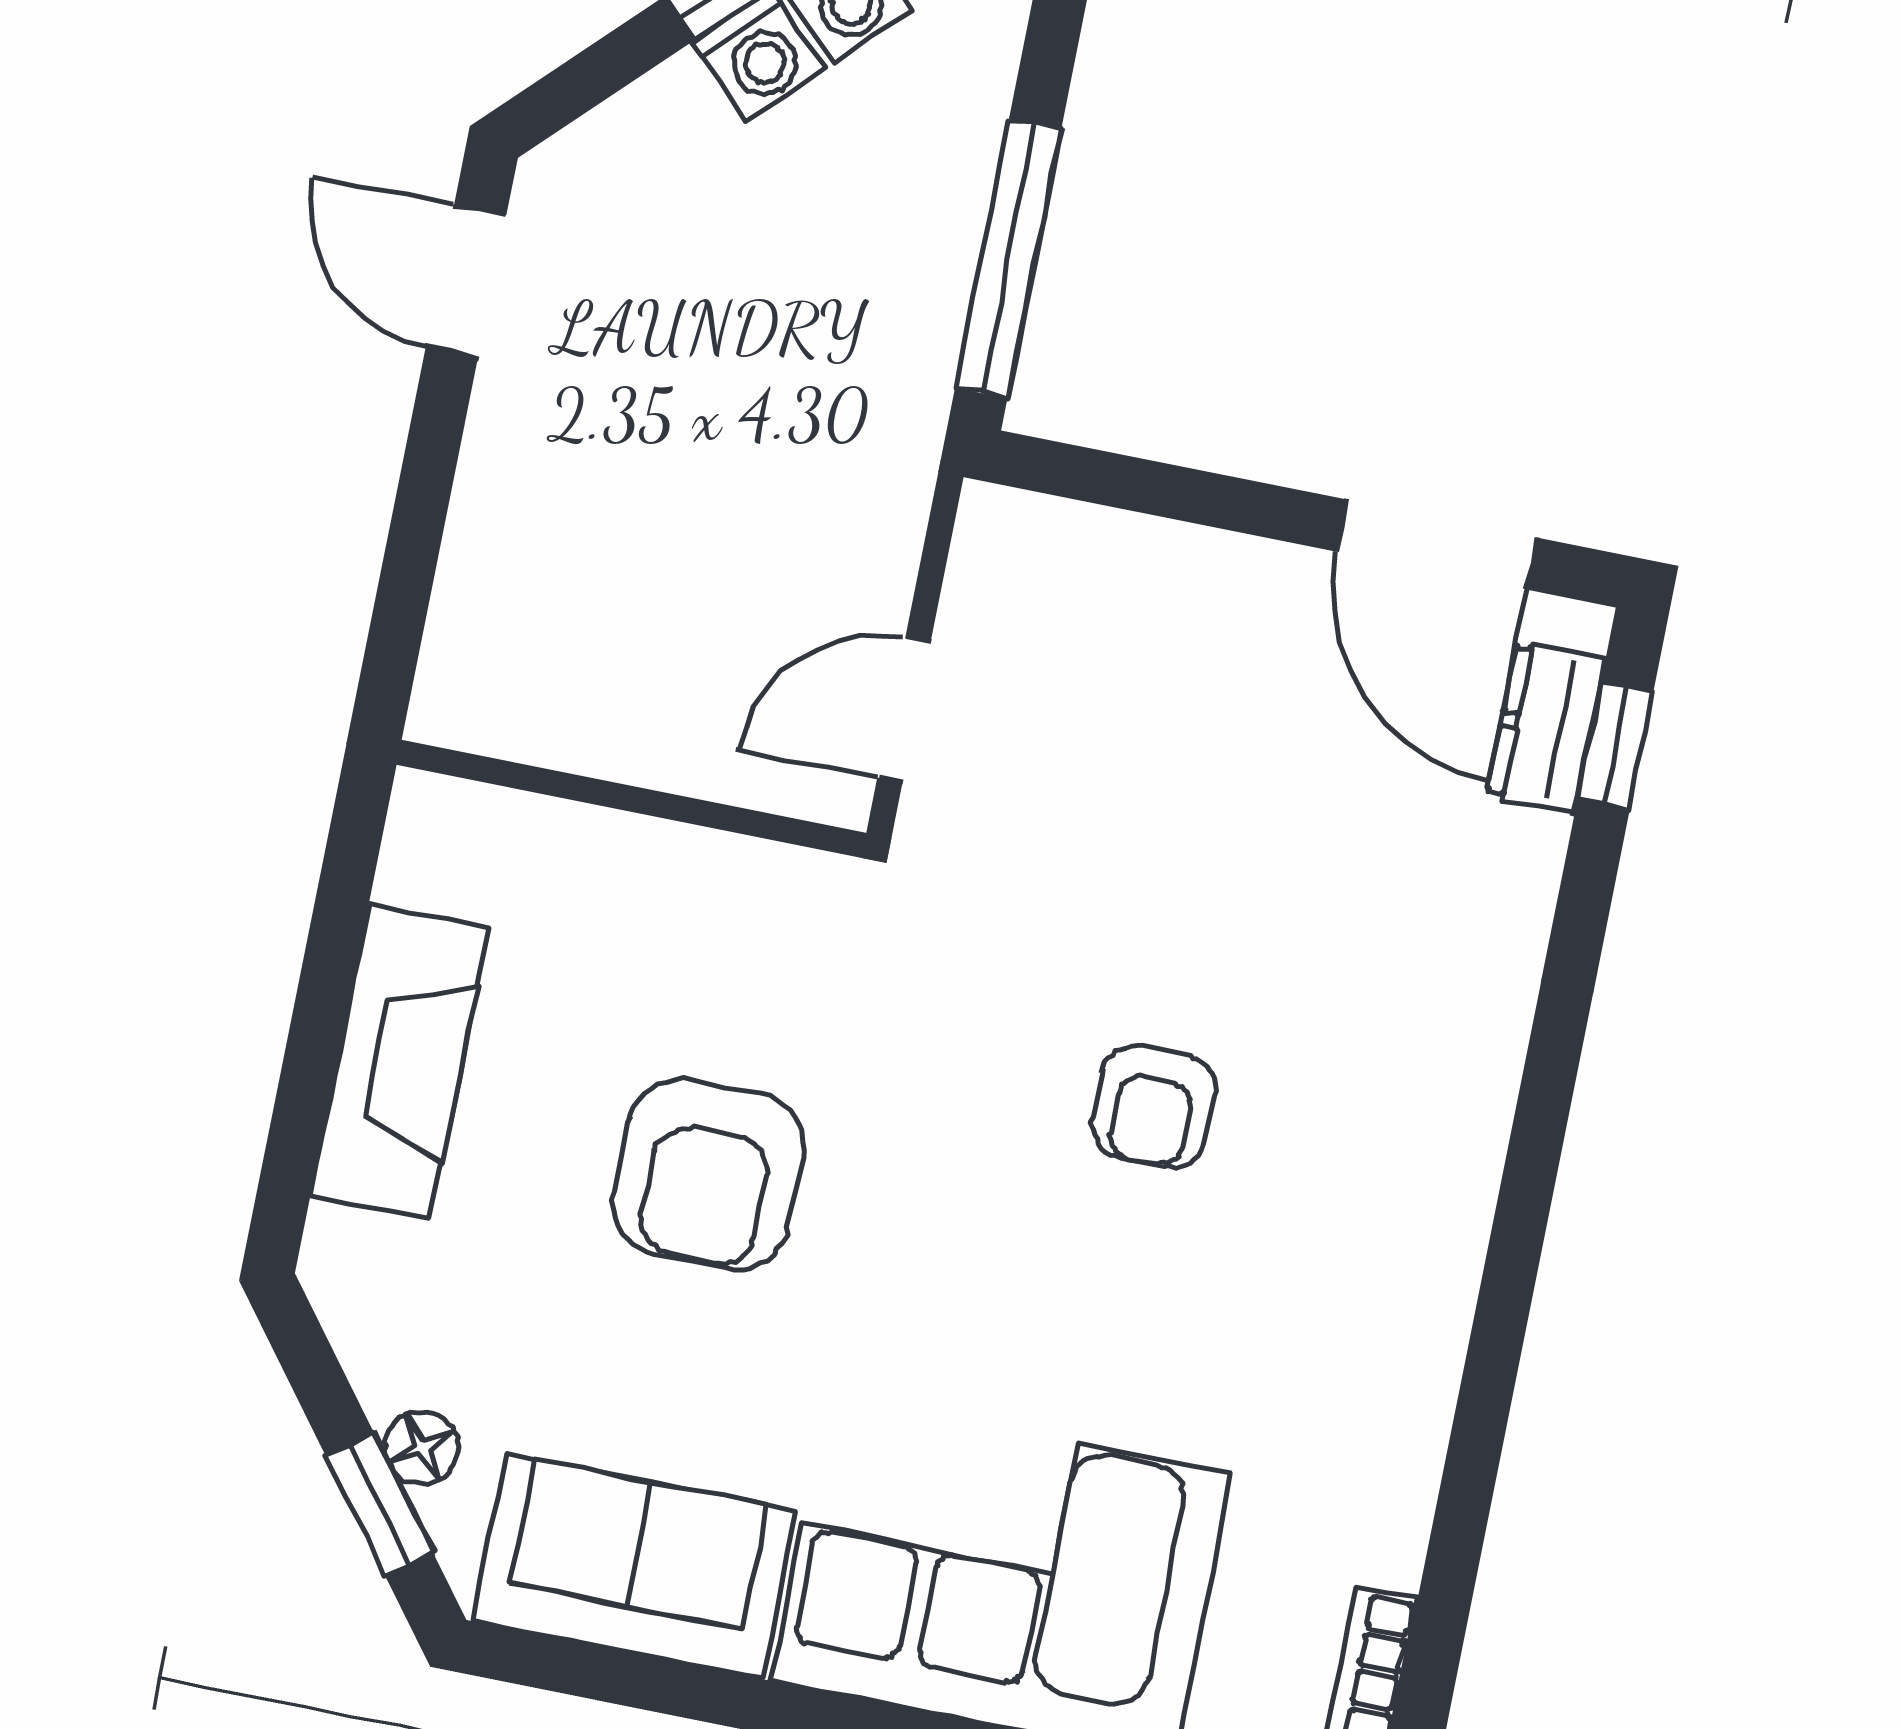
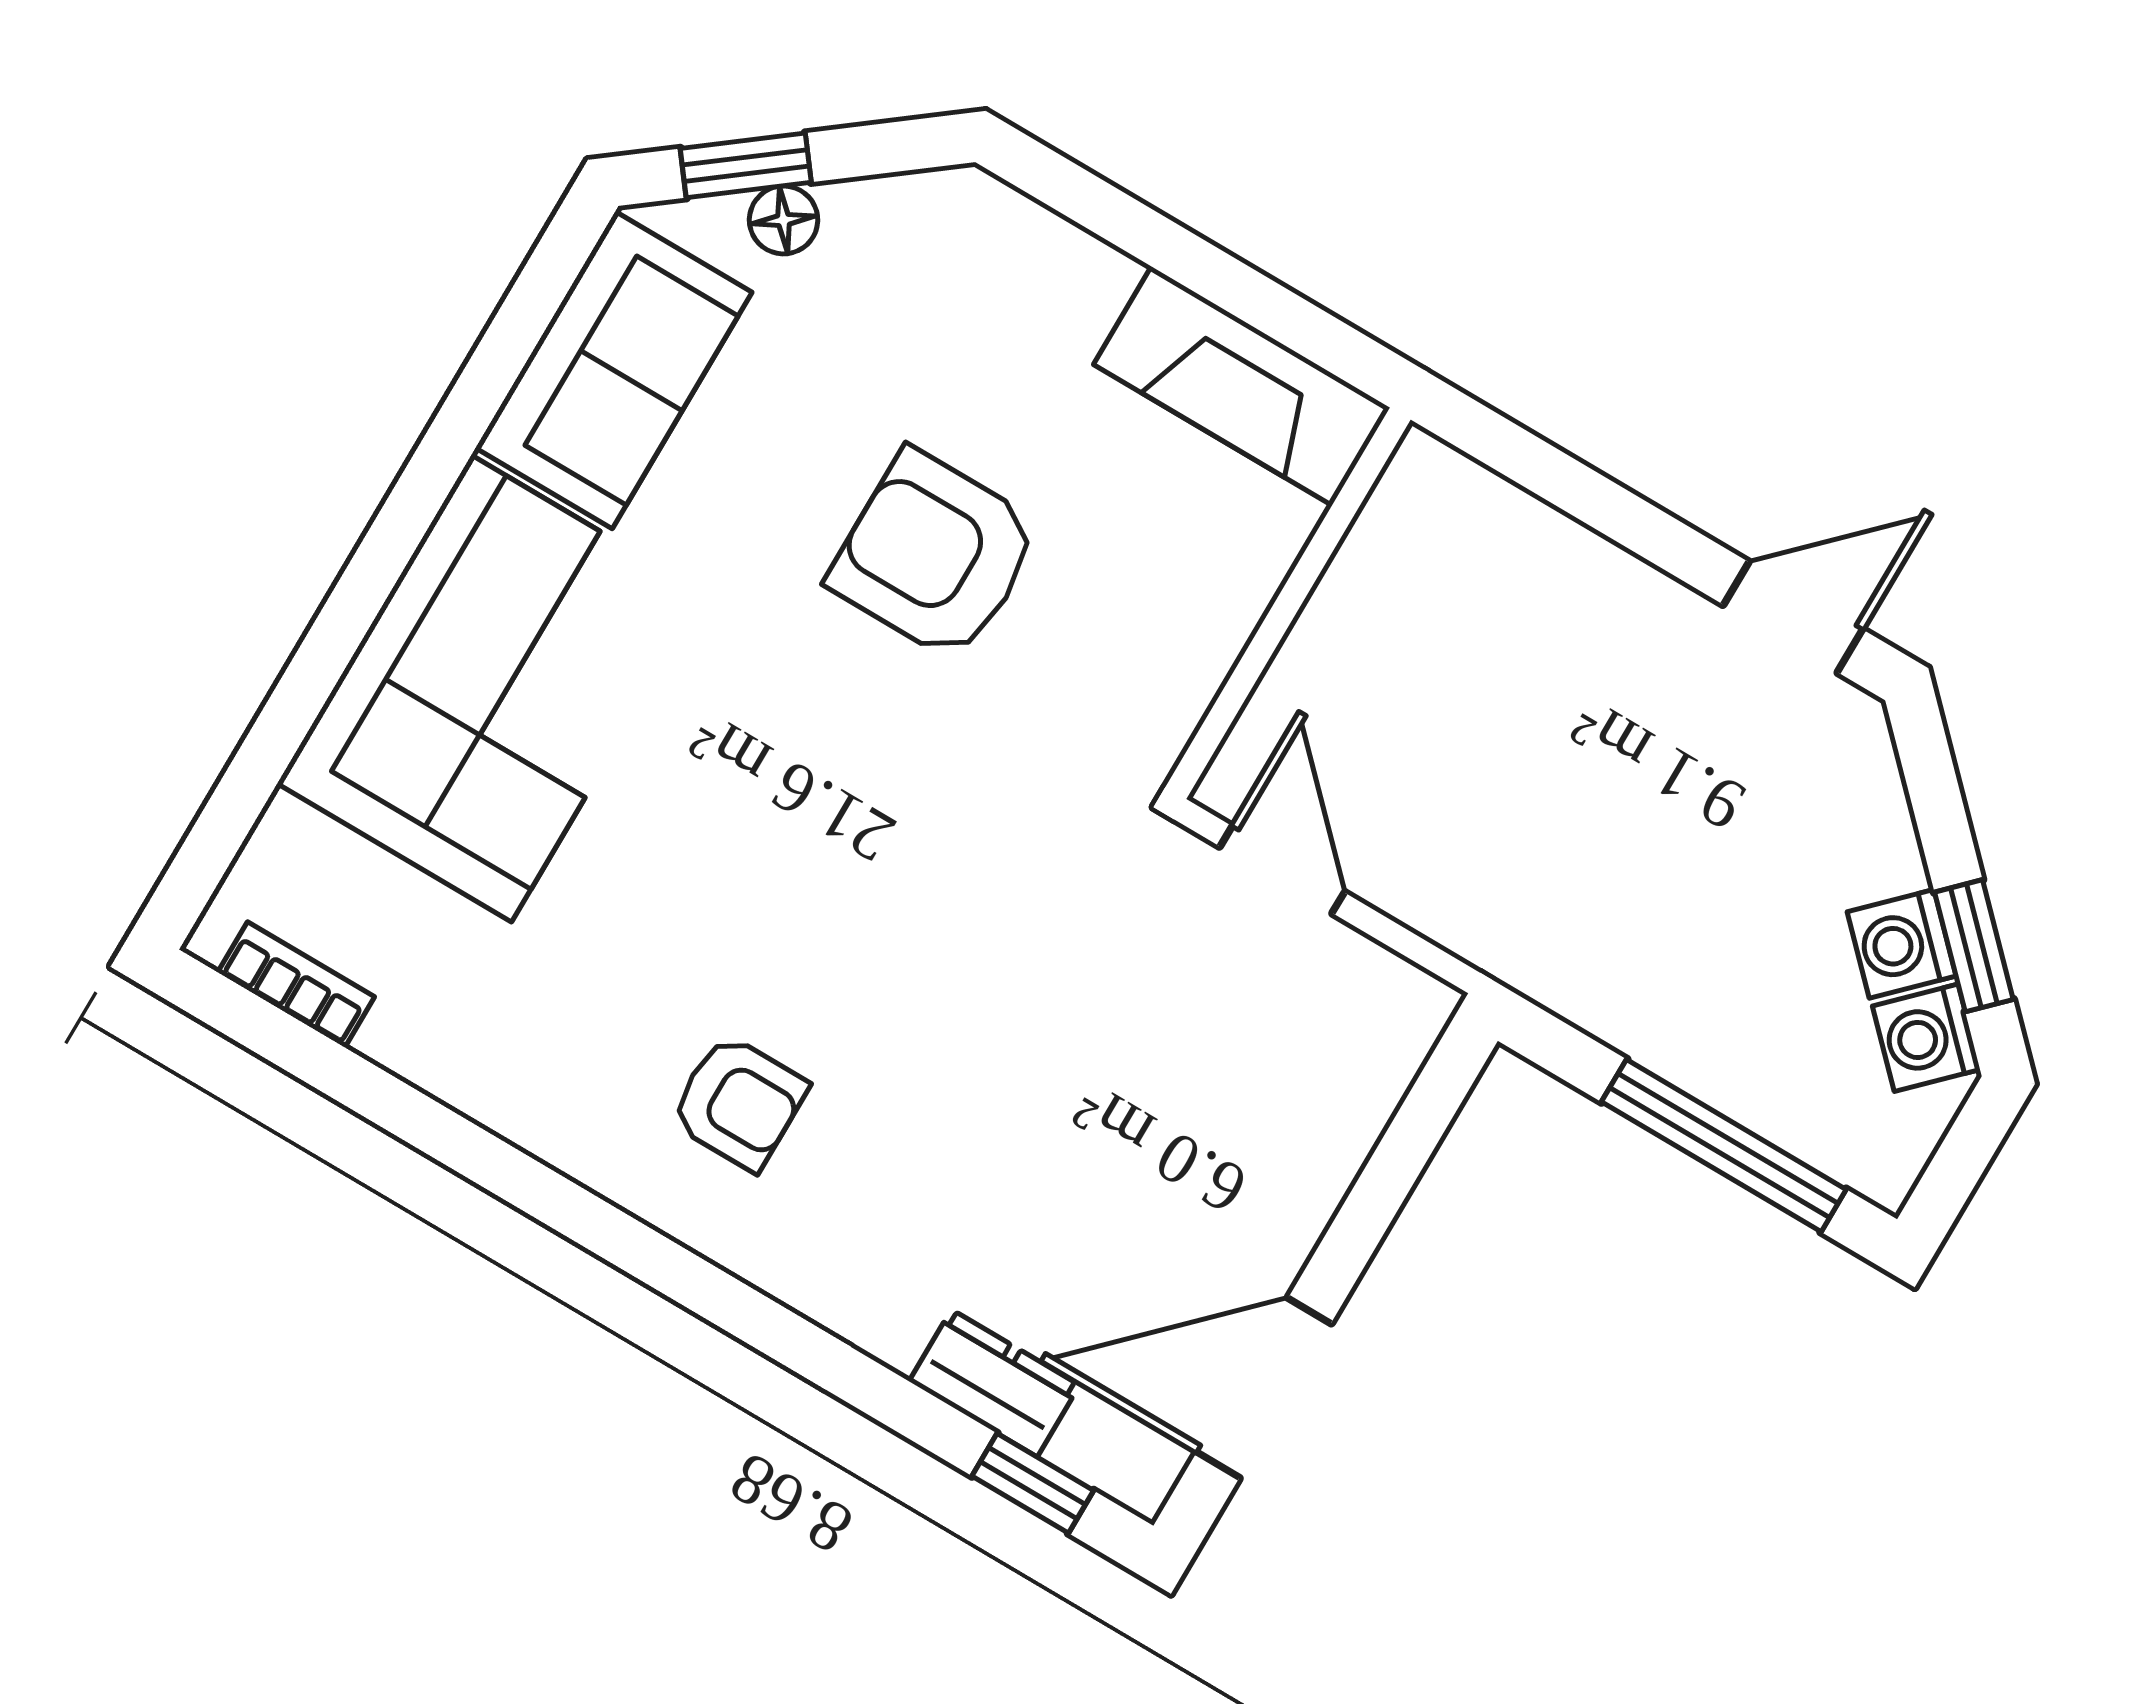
window: (1008, 258) -> (1724, 1146), moved
dresser: (1546, 727) -> (994, 1383), moved
fireplace: (399, 1063) -> (1242, 386), moved
armchair: (1153, 1107) -> (738, 1102), moved, turned 180

